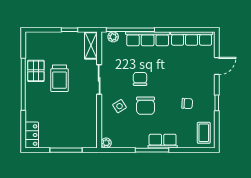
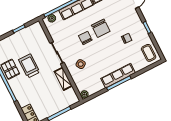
shelving: (91, 45) -> (63, 79), moved
trolley: (59, 78) -> (29, 66), turned 180
chair: (146, 106) -> (101, 28), moved
row of seats: (163, 141) -> (118, 76), width x1.48

